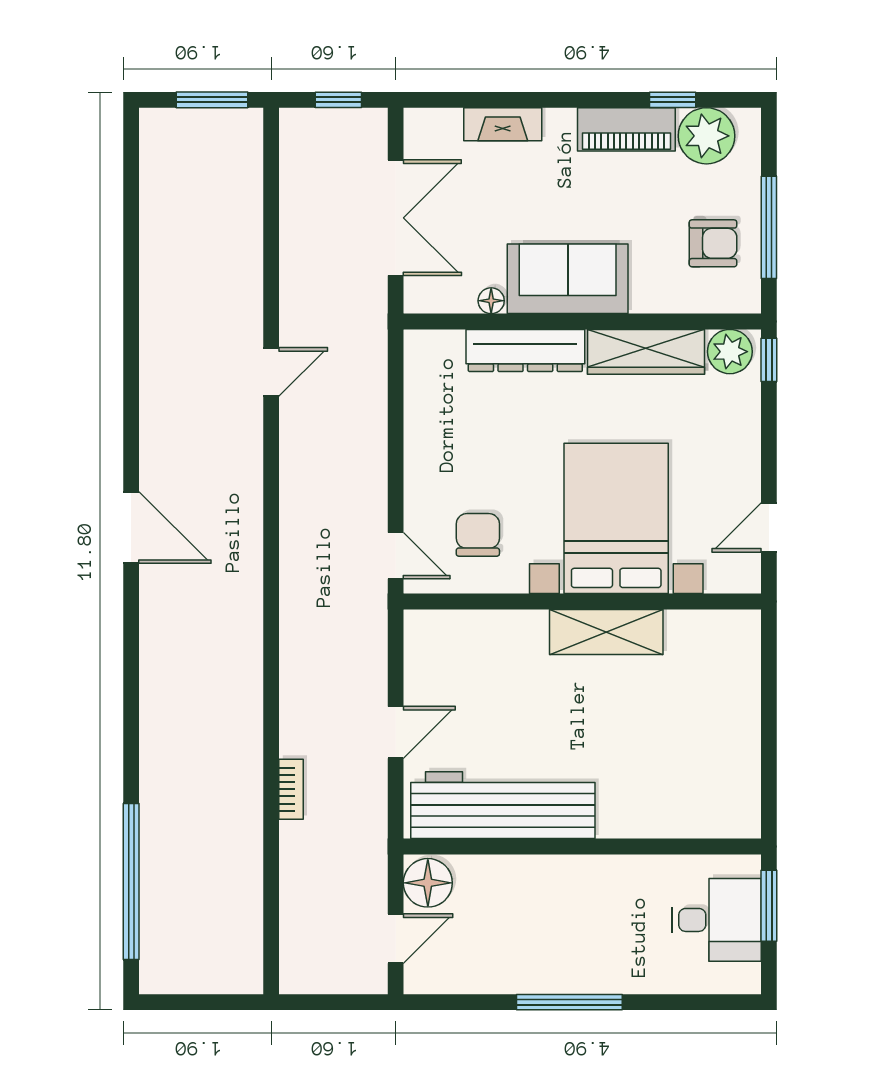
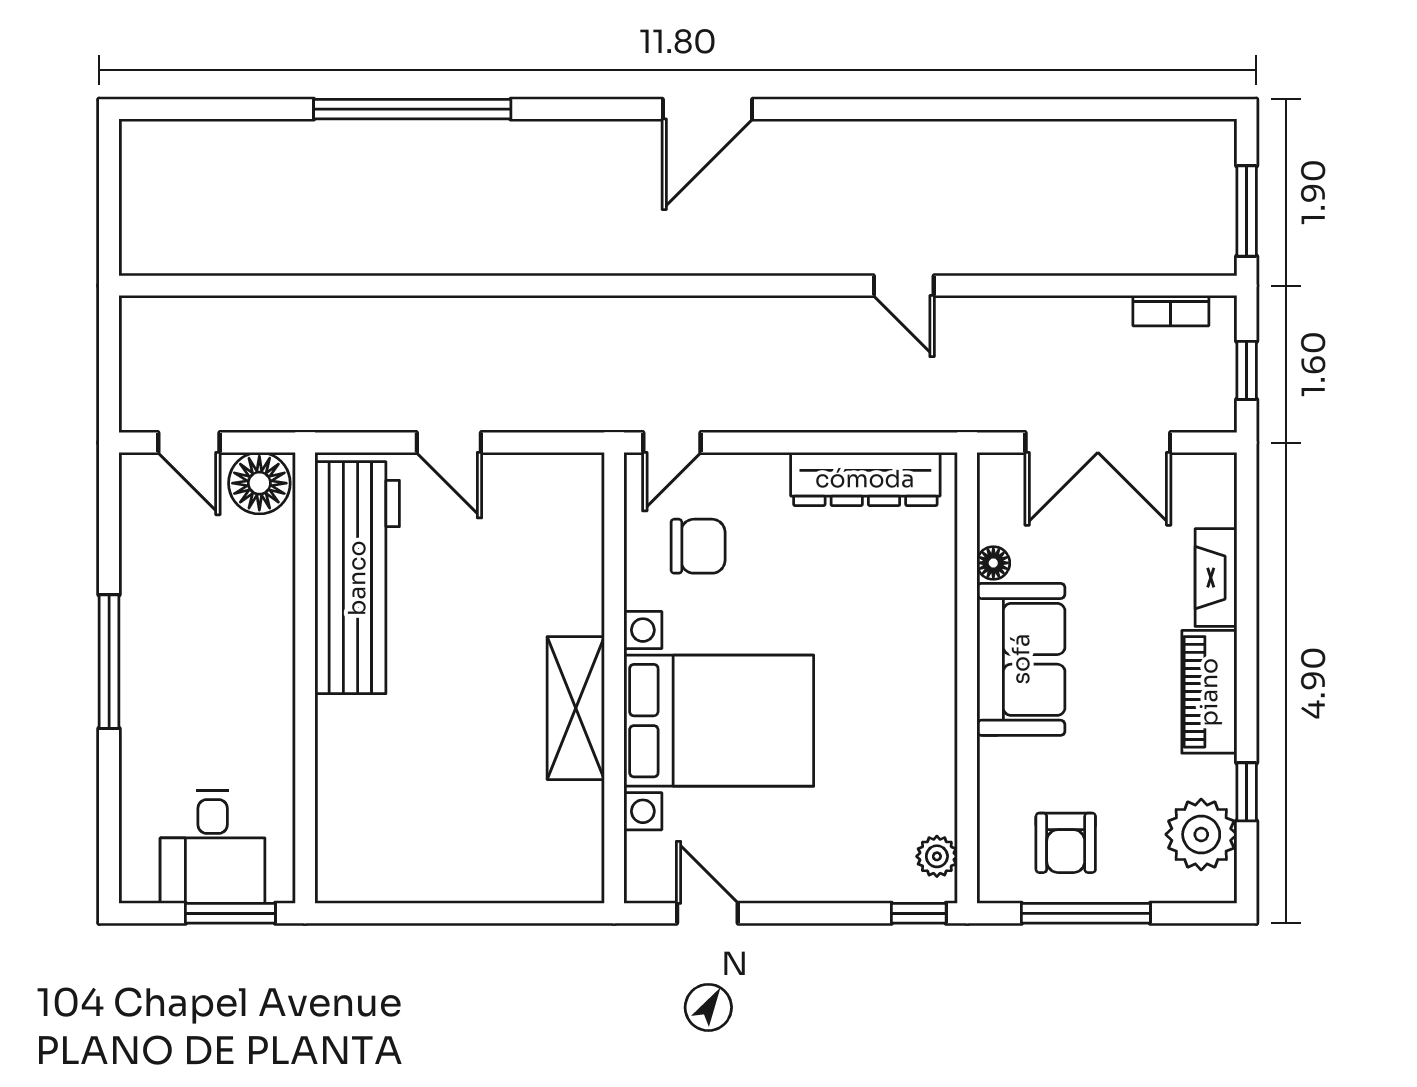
piano: (626, 129) -> (1209, 692), moved
dresser: (525, 350) -> (865, 479), moved, turned -90
wardrobe: (646, 352) -> (929, 758), removed
plant: (730, 352) -> (937, 856), width x0.73, depth x0.73
bookcase: (291, 789) -> (1171, 311), moved
window: (131, 881) -> (412, 109), moved

